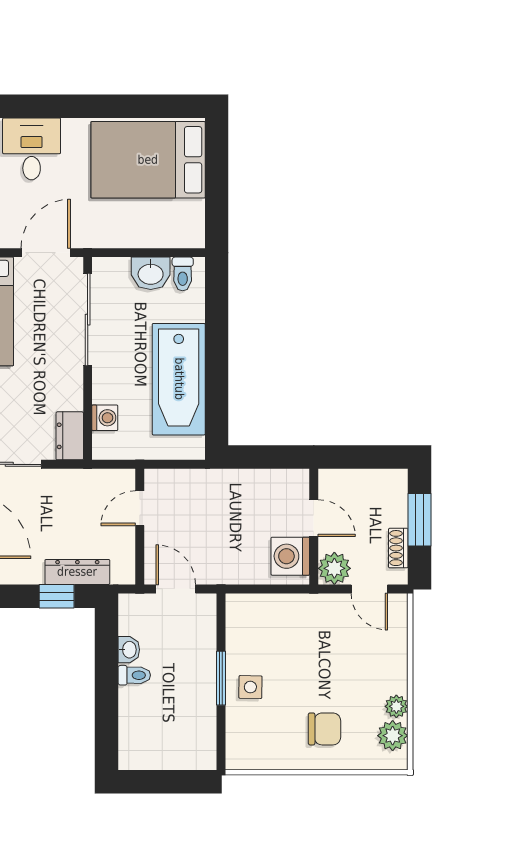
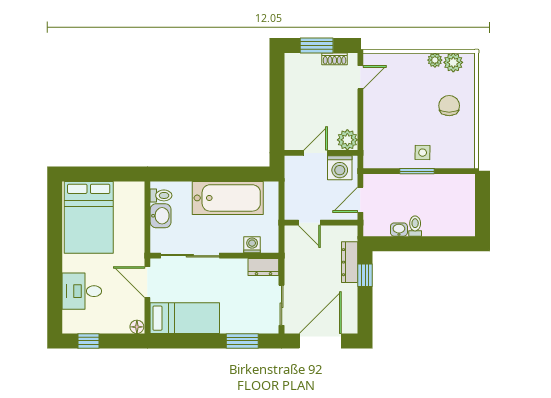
door: (314, 518) -> (316, 153), moved
wall: (314, 527) -> (321, 153), moved
washing machine: (290, 556) -> (340, 168), moved
plant: (334, 568) -> (347, 140), moved

